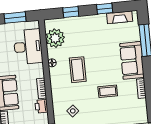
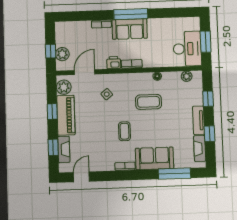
tv unit: (92, 20) -> (199, 120), added
plant: (55, 38) -> (187, 76), width x0.53, depth x0.53
desk: (28, 47) -> (187, 49), moved, turned -90

